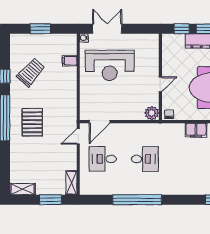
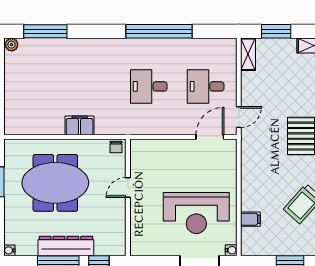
reception desk: (110, 65) -> (196, 213), turned 180
plant: (152, 113) -> (139, 149), removed
desk: (103, 159) -> (206, 86), turned 180

